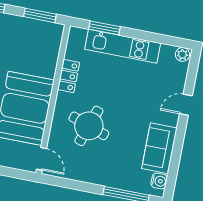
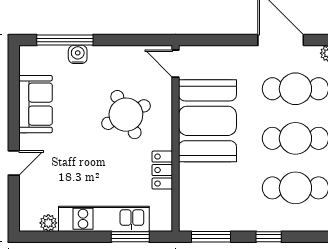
plant: (182, 54) -> (48, 223), moved
round table: (89, 126) -> (126, 115), turned 45
water cooler: (159, 181) -> (78, 54), moved, turned 90

